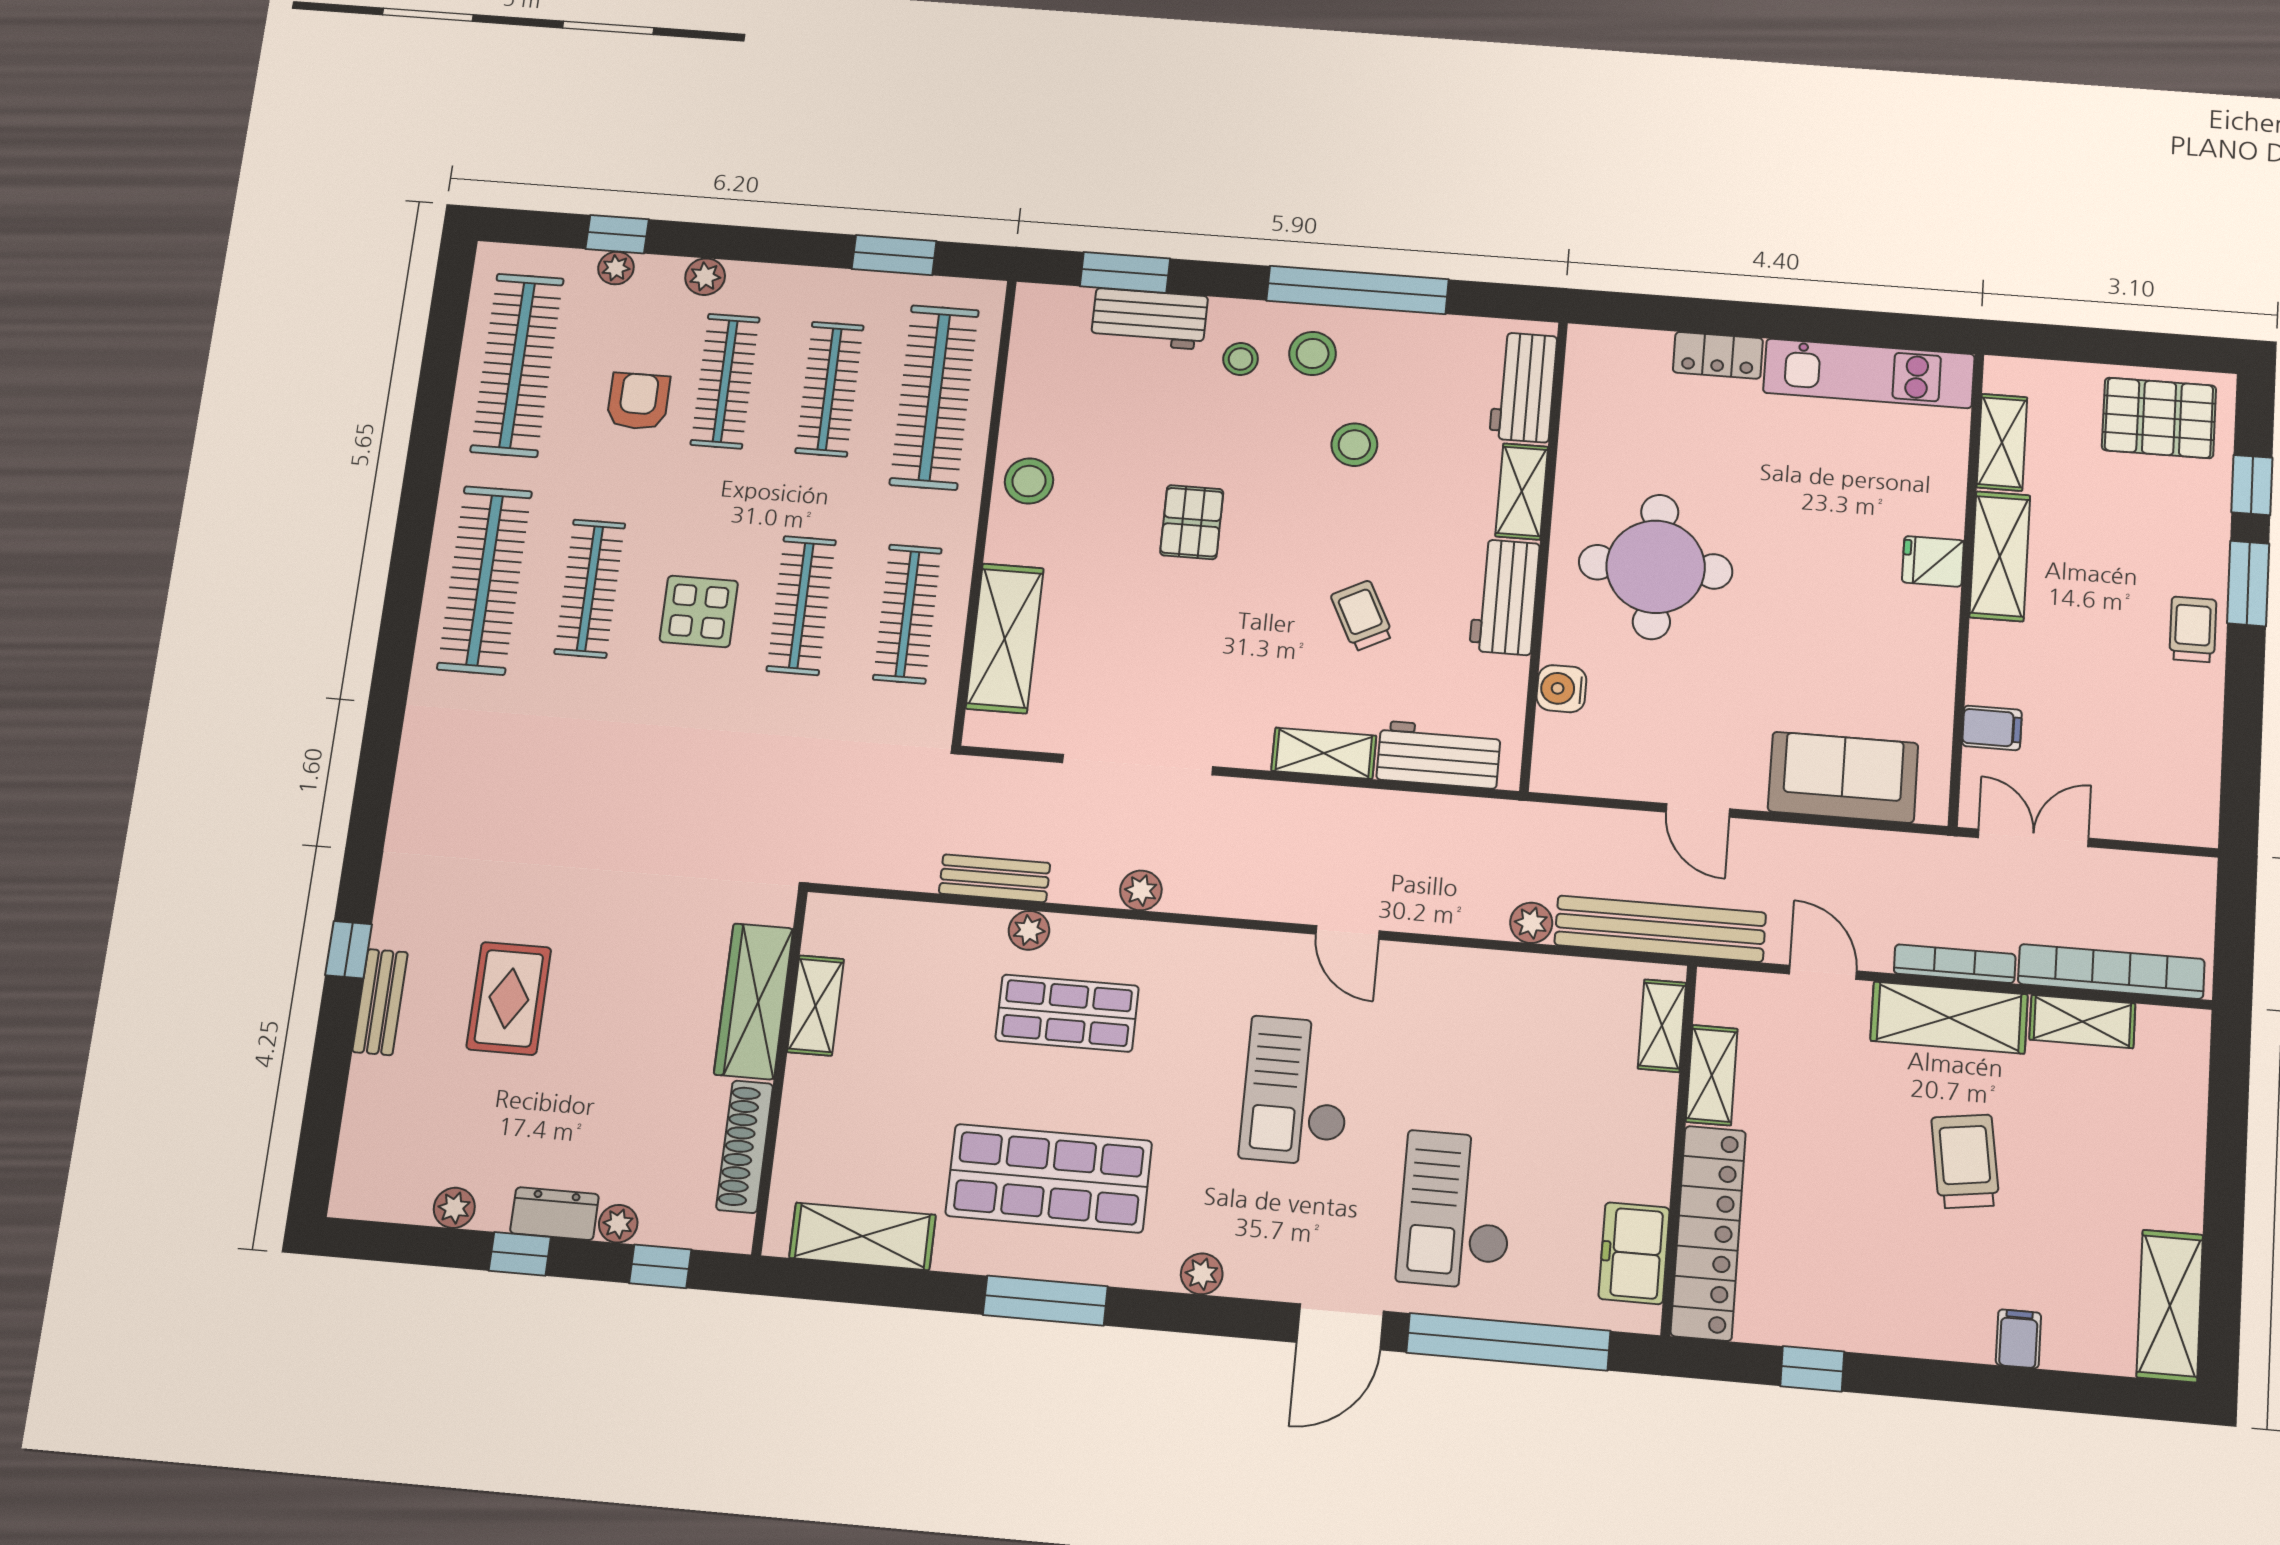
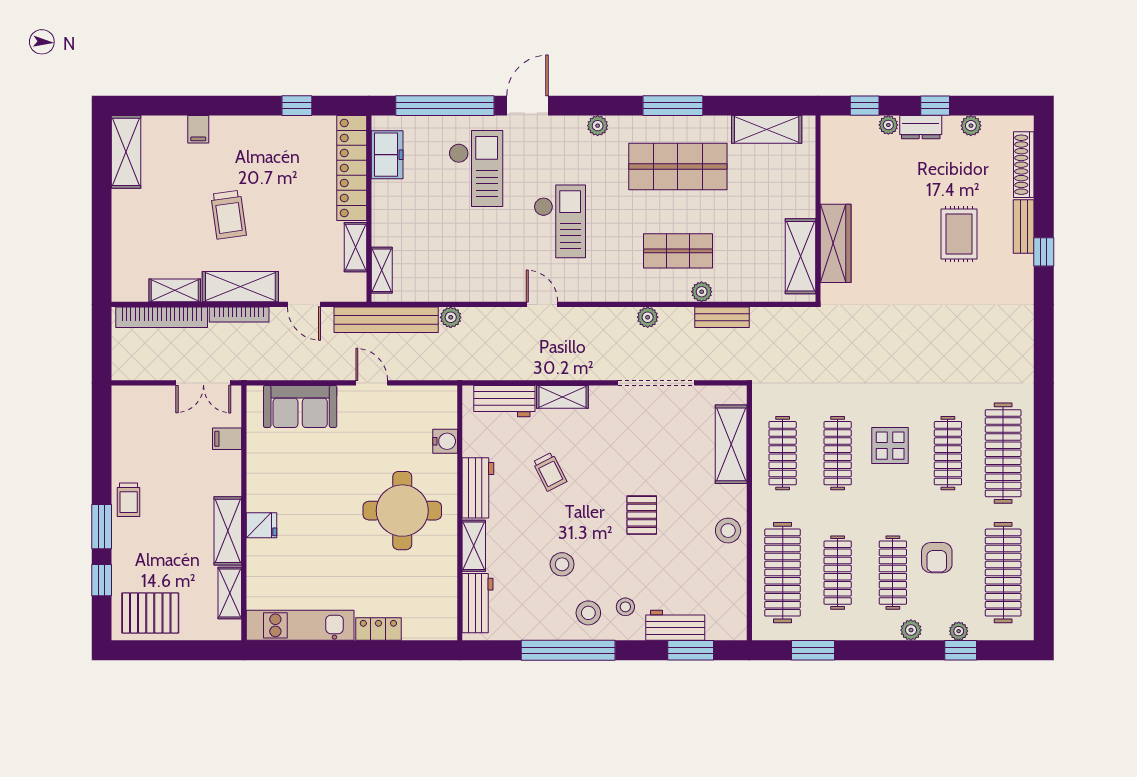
shelving: (816, 1006) -> (800, 256), width x1.50, depth x1.33
shoe rack: (745, 1147) -> (1024, 165), moved, turned 180

